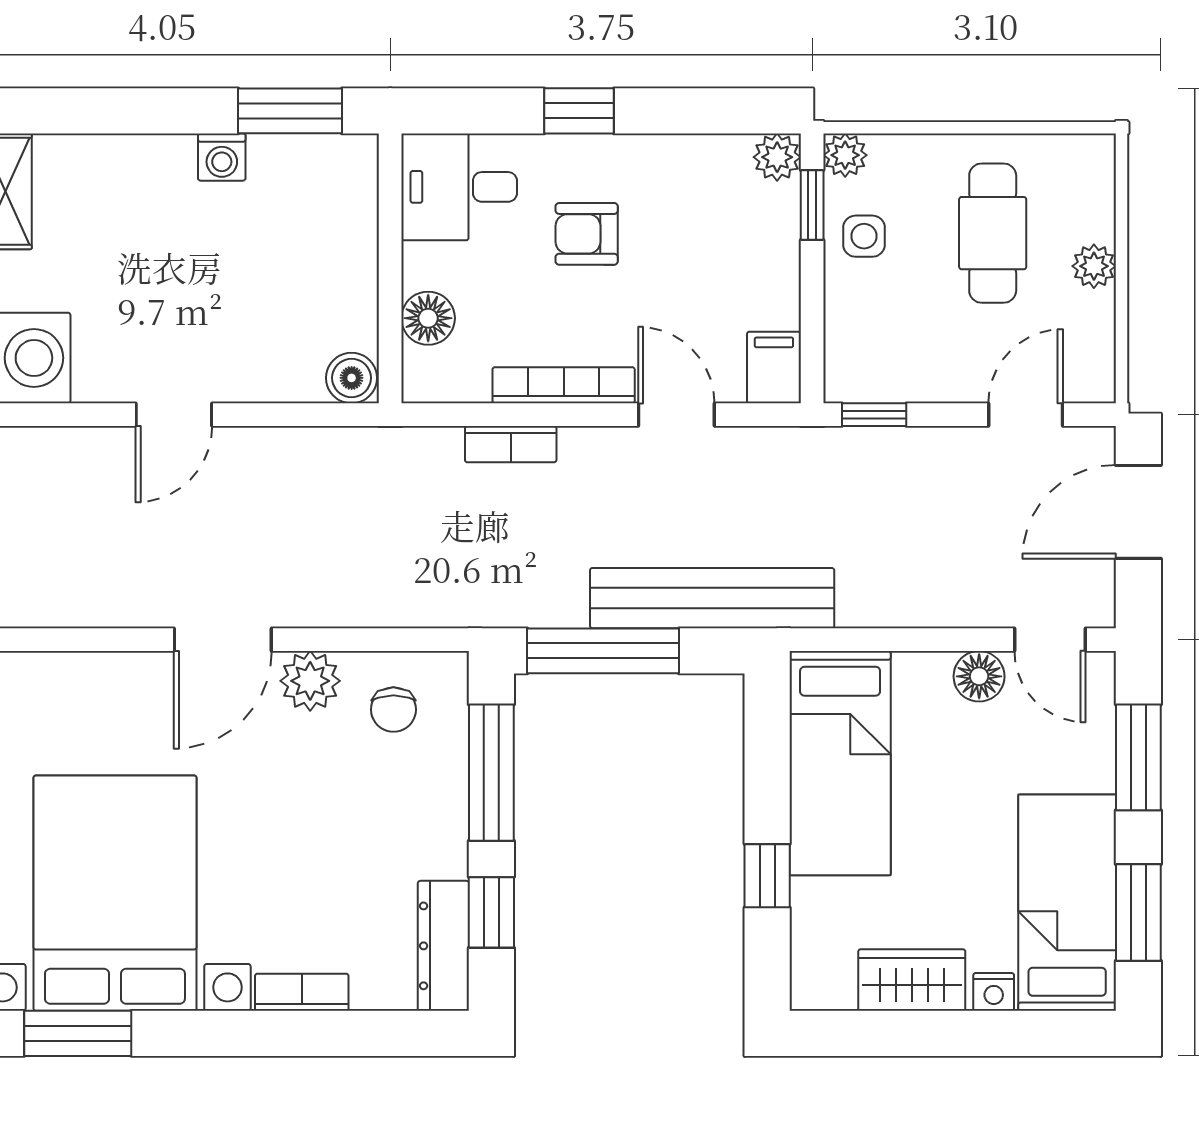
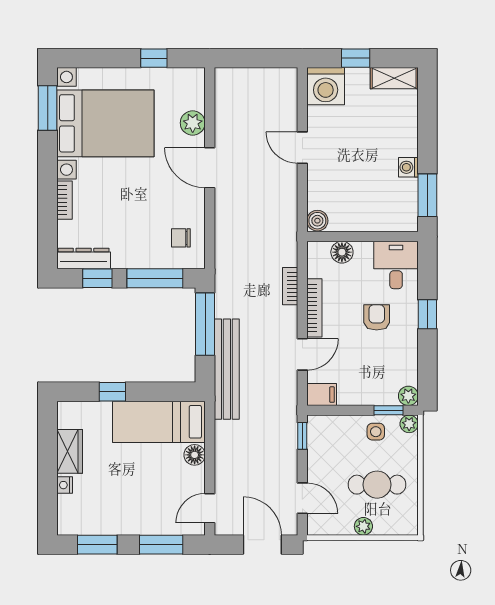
floor lamp: (979, 676) -> (195, 455), moved
plant: (310, 681) -> (193, 123), moved
bed: (1067, 903) -> (101, 515), removed

